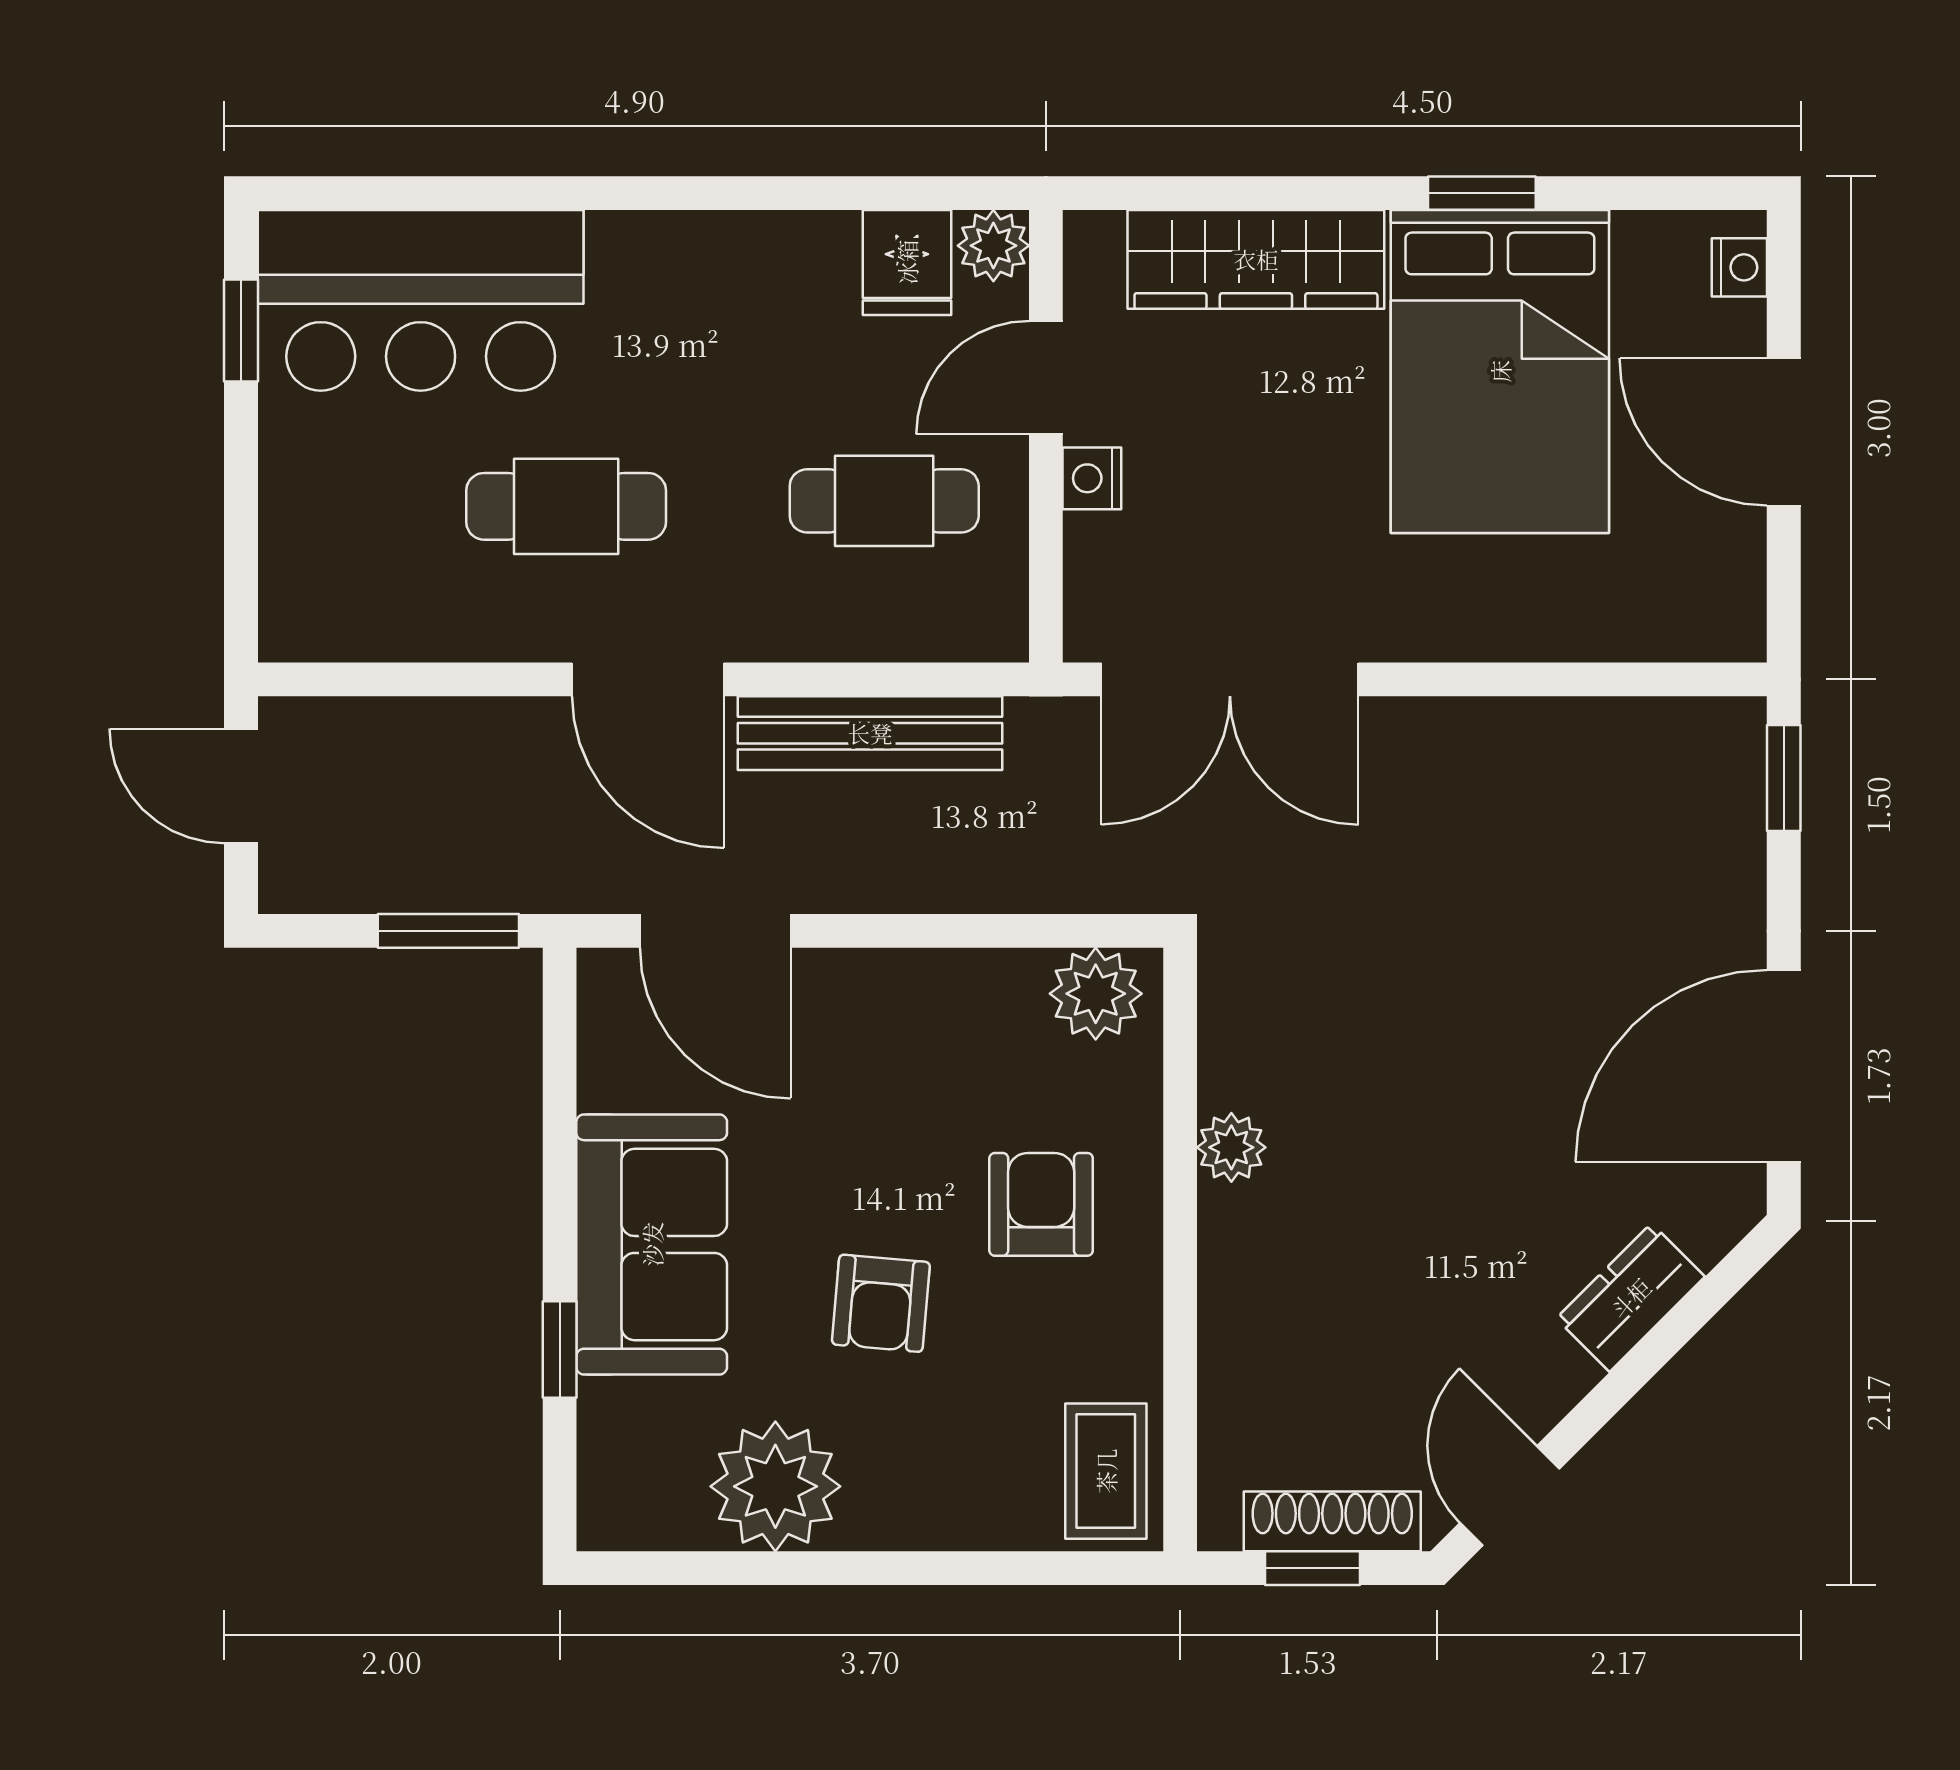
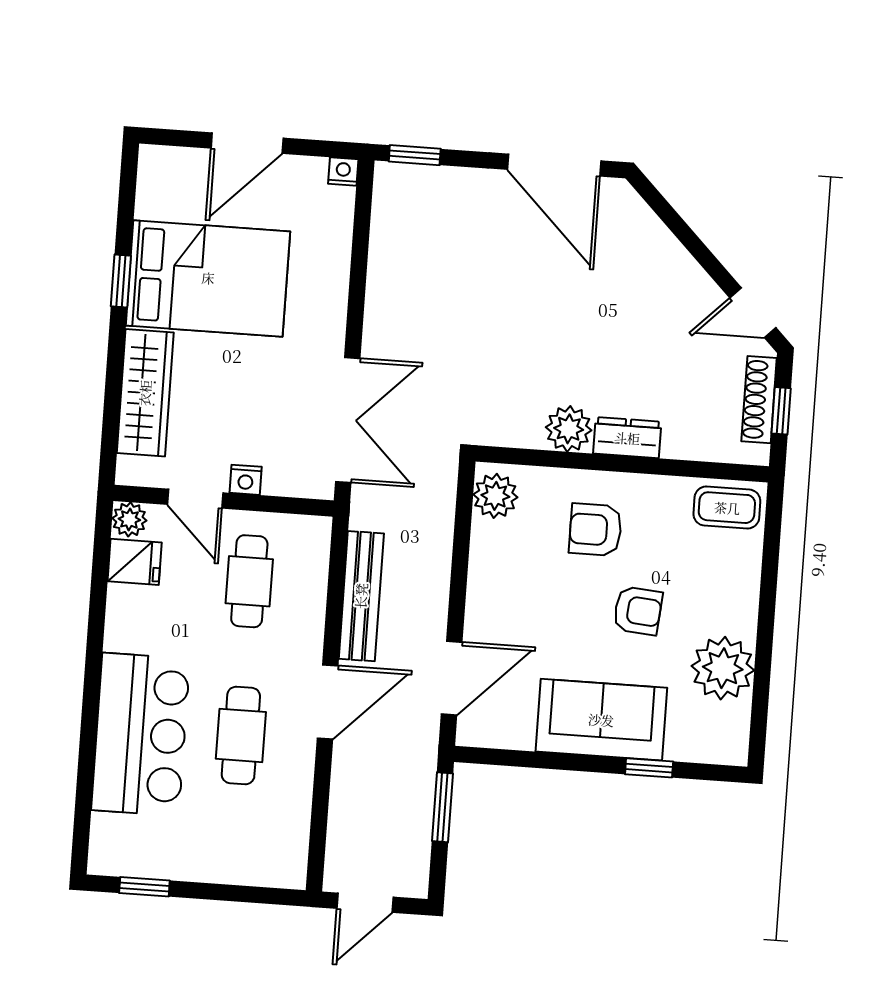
nightstand: (1739, 267) -> (343, 172), moved
bar counter: (421, 300) -> (141, 734), moved
plant: (1231, 1147) -> (569, 429), width x1.38, depth x1.38
dresser: (1630, 1298) -> (627, 438), moved, turned 135

